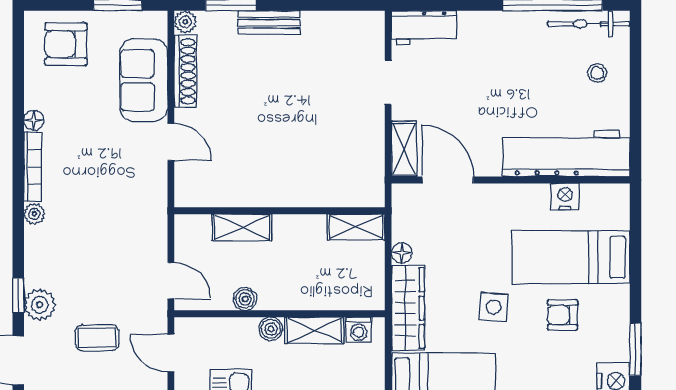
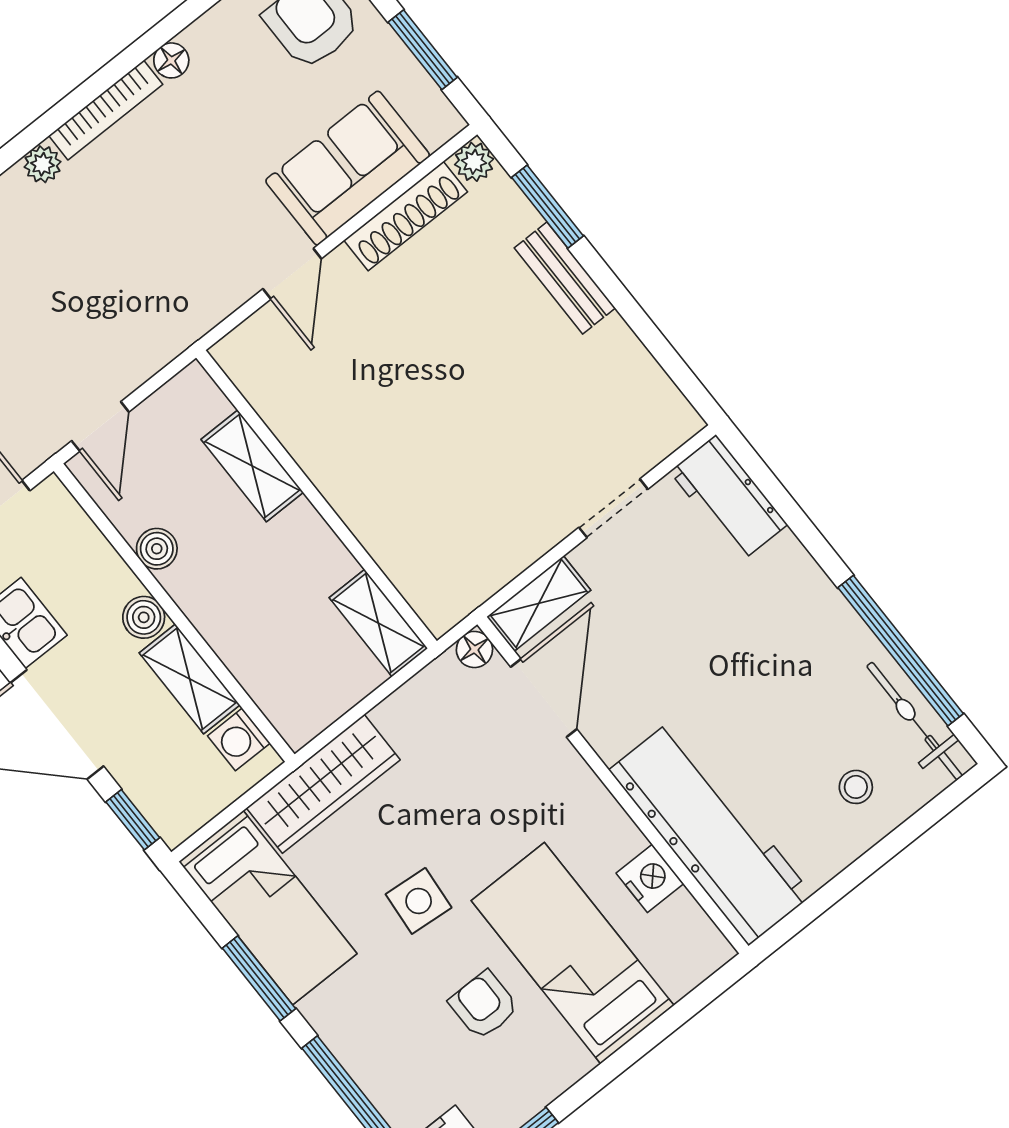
floor lamp: (402, 253) -> (474, 649), moved

